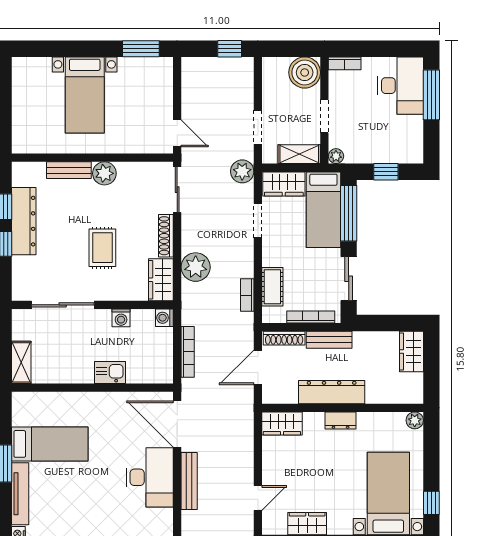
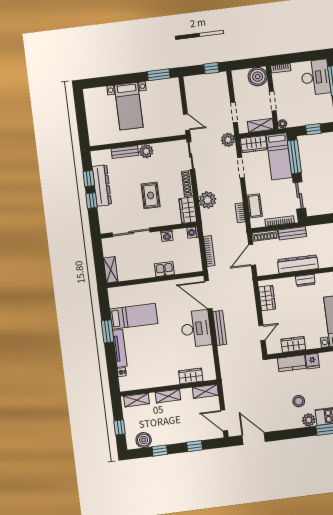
wardrobe: (282, 423) -> (267, 298), moved, turned -90

